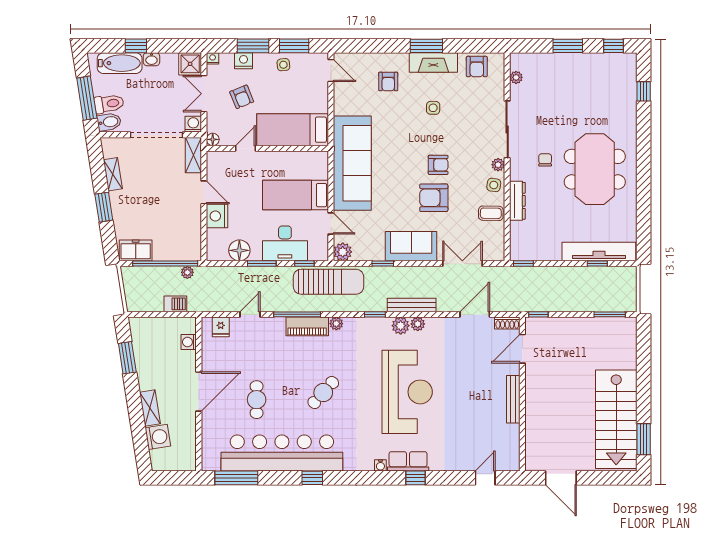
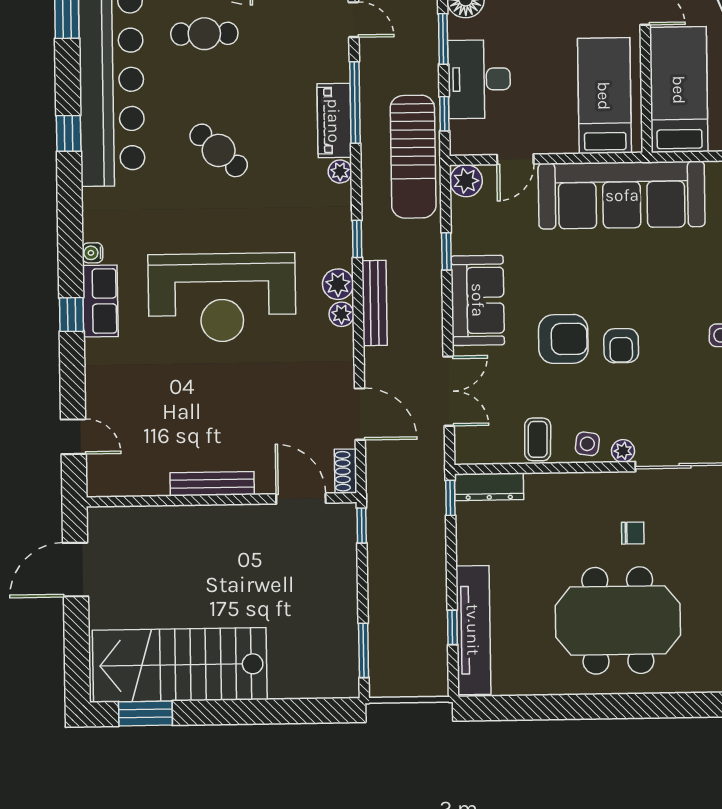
bed: (295, 195) -> (604, 96), moved
armchair: (434, 198) -> (563, 339), turned 90
dresser: (517, 201) -> (489, 487), moved

